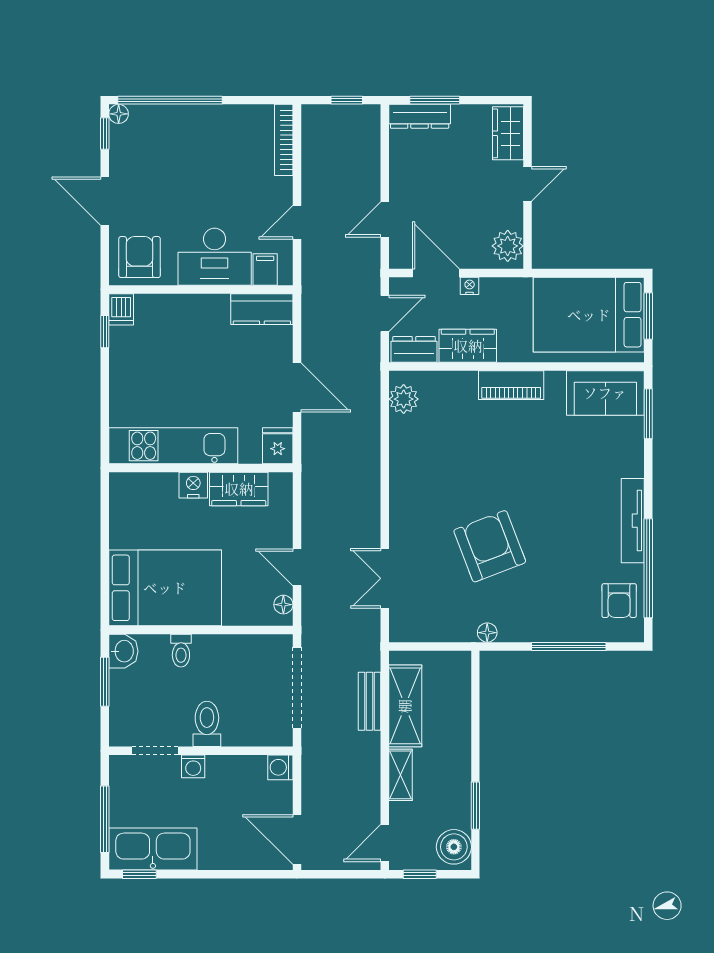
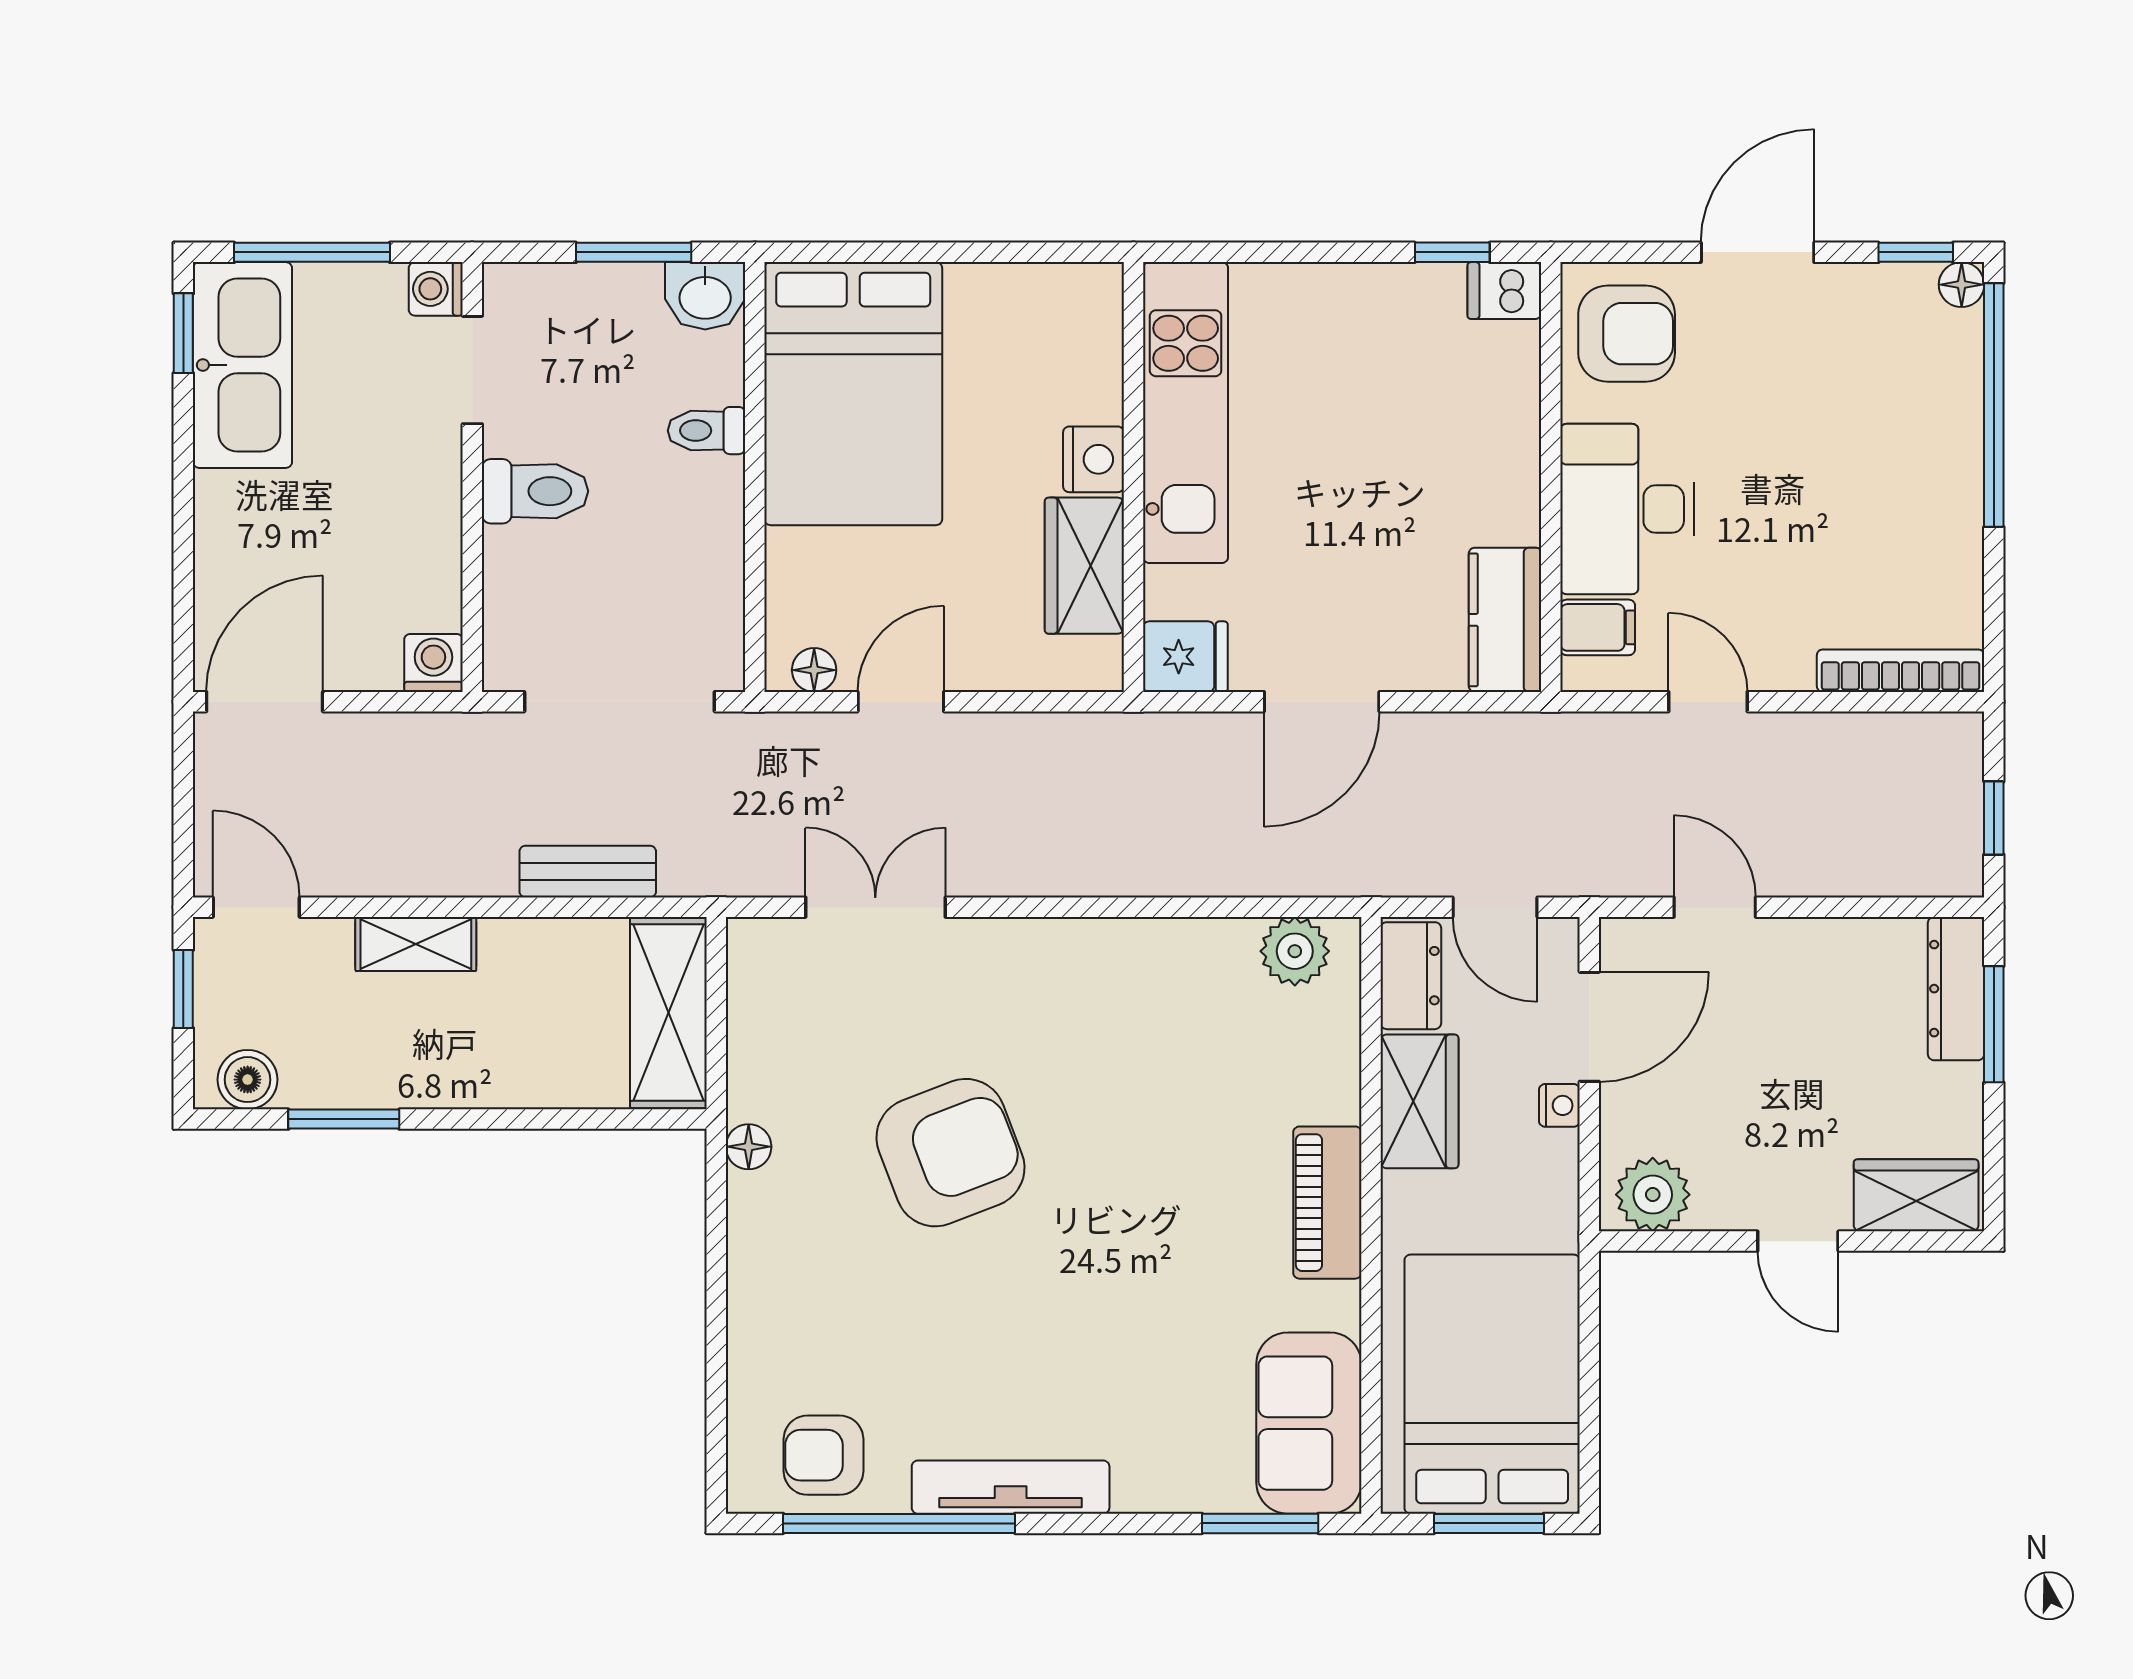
window: (569, 646) -> (716, 1338), removed
shelving: (405, 706) -> (668, 1013), moved, turned 90
washing machine: (193, 766) -> (436, 289), moved
boiler: (454, 847) -> (248, 1080), width x0.73, depth x0.73

